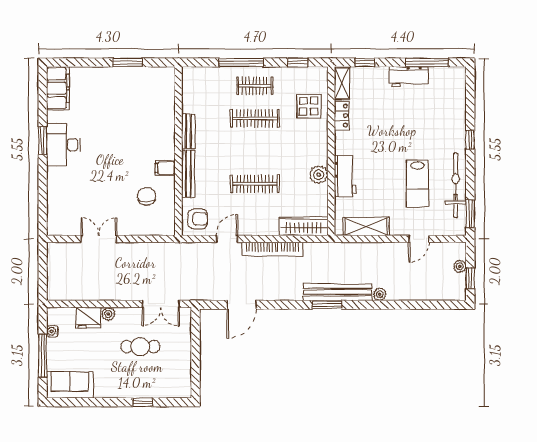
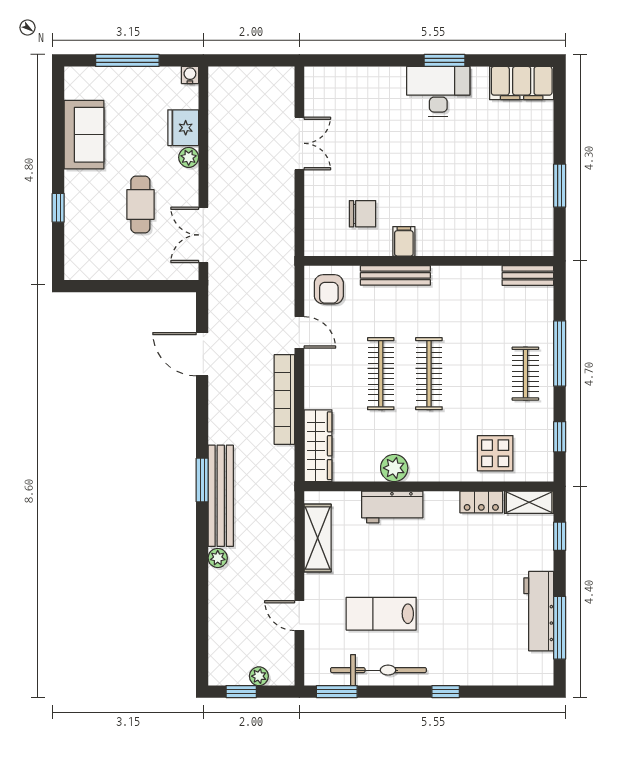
workbench: (408, 77) -> (539, 611), width x1.38
clothes rail: (255, 118) -> (429, 374), moved
bench: (188, 131) -> (528, 276), moved
water cooler: (52, 331) -> (190, 75), moved
sofa: (70, 385) -> (84, 135), moved

